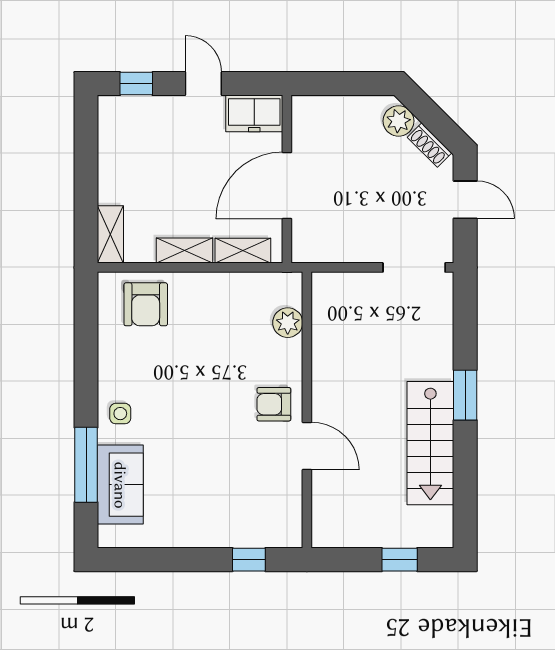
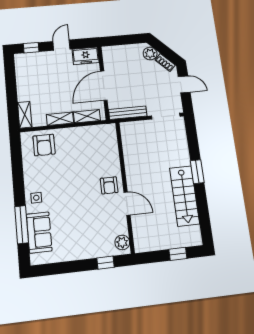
door: (203, 84) -> (61, 45), hinge flipped
bench: (332, 252) -> (128, 113), added
plant: (288, 323) -> (122, 242), moved
armchair: (274, 404) -> (109, 185), turned -90

